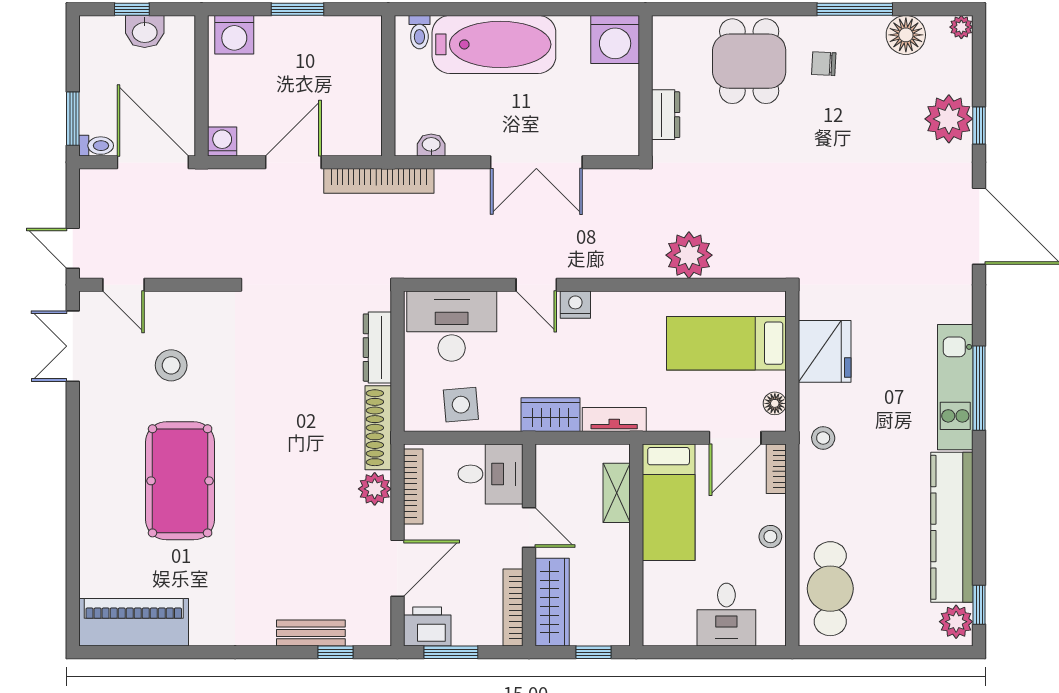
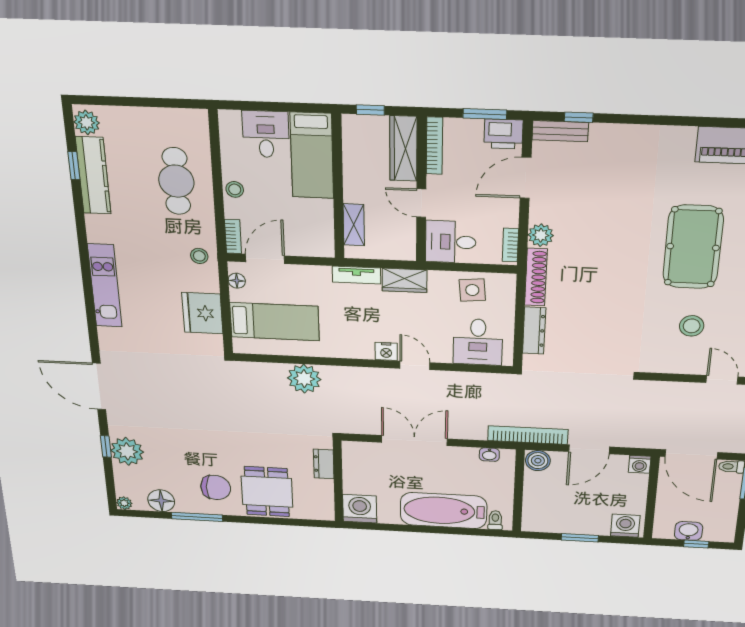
chair: (824, 64) -> (216, 487), width x1.87, depth x1.87
boiler: (363, 139) -> (538, 461), added
desk: (452, 326) -> (478, 342), width x0.73
window: (979, 388) -> (87, 284), removed
bookcase: (413, 487) -> (510, 245), width x0.64
bed: (669, 502) -> (312, 156), moved, turned 180
kitchen counter: (952, 527) -> (93, 176), width x0.72, depth x0.86
cafe table: (830, 589) -> (176, 181), moved
window: (979, 605) -> (74, 166), moved
bench: (311, 633) -> (560, 131), moved

